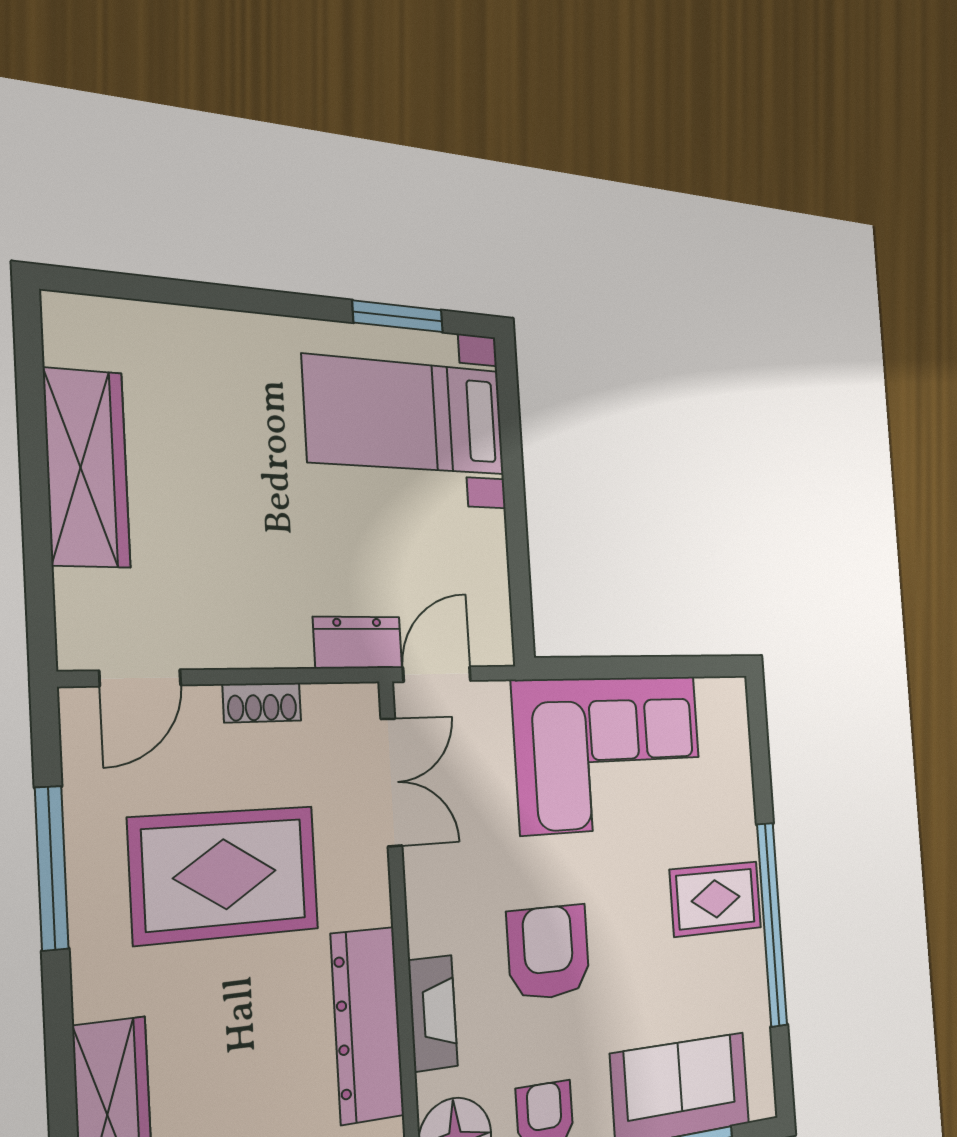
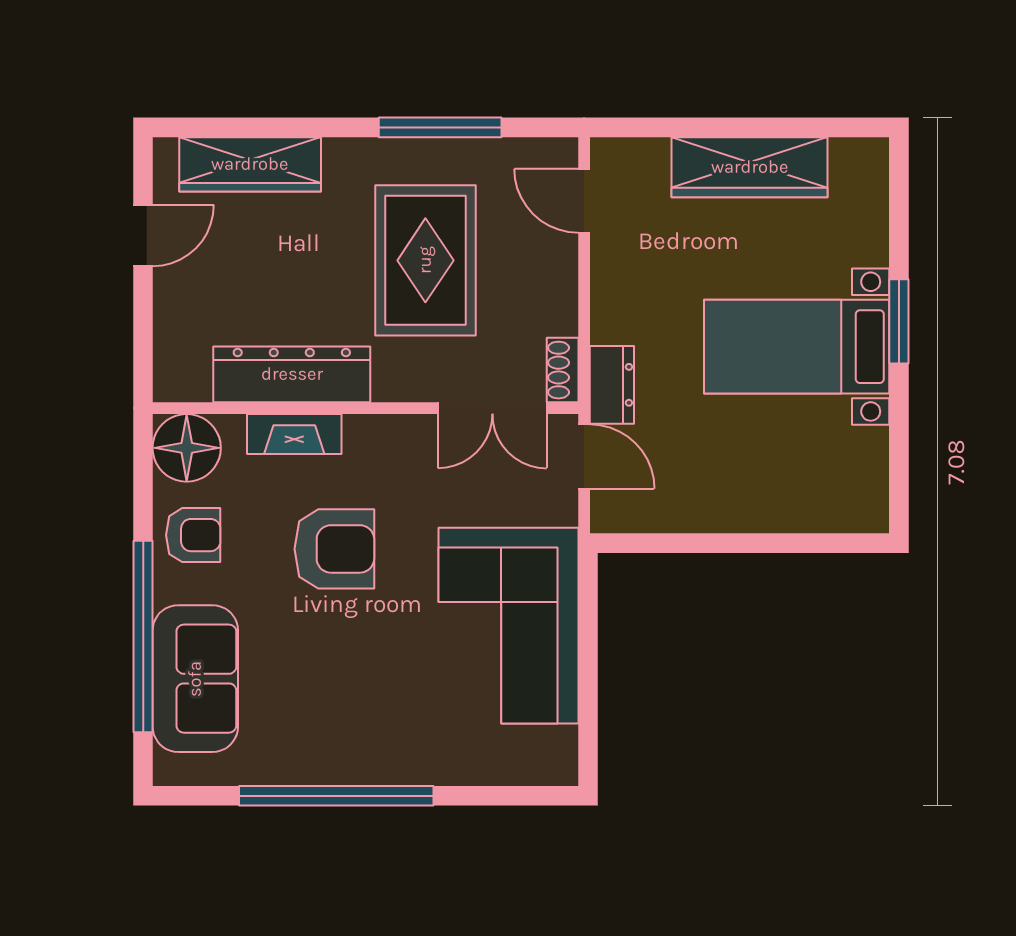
window: (398, 316) -> (899, 321), moved
bed with nightstands: (406, 415) -> (797, 347), moved, turned -90
shoe rack: (262, 703) -> (563, 370), moved
rug: (716, 899) -> (366, 732), removed

